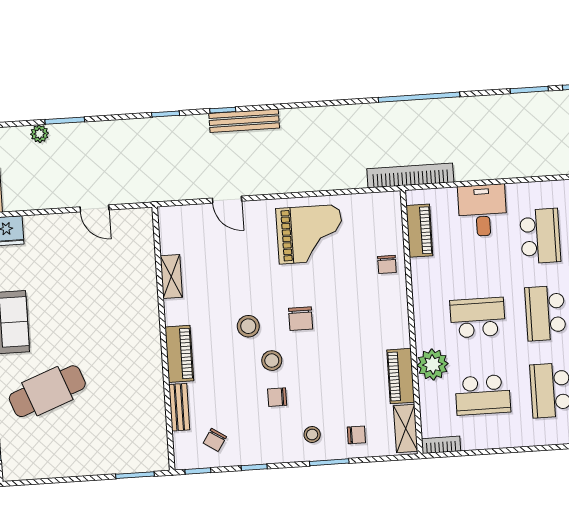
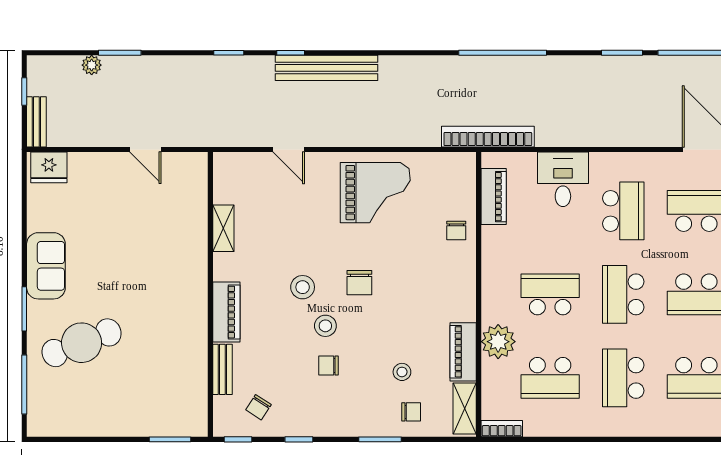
bench: (244, 121) -> (327, 68), width x1.37, depth x1.21
stool: (312, 434) -> (402, 372), moved

